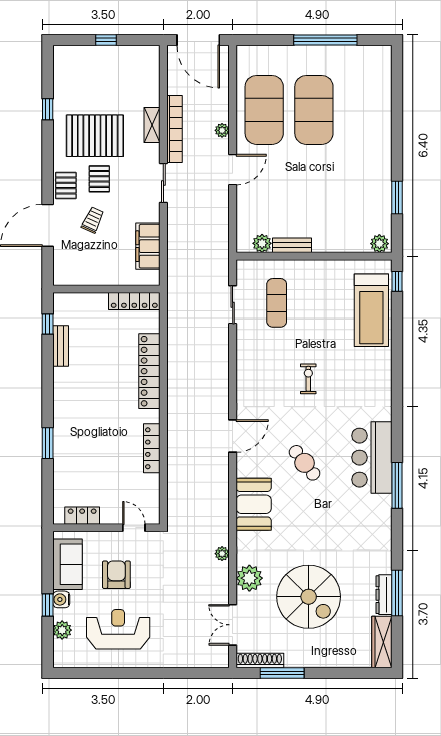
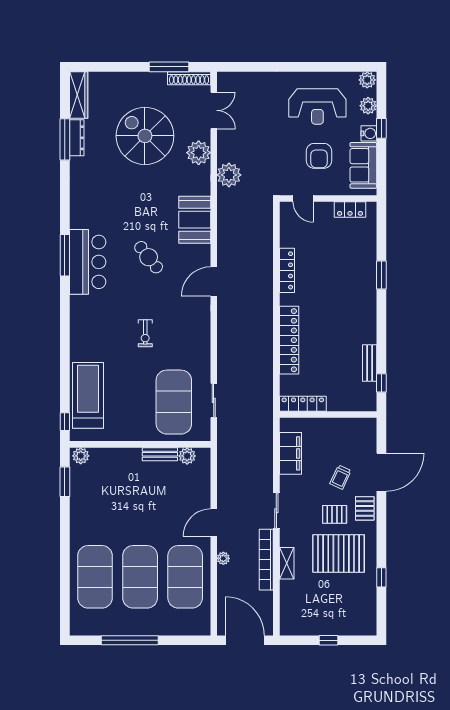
exercise mat: (364, 110) -> (95, 577), added
pallet: (99, 179) -> (335, 514), turned 90
window: (397, 197) -> (65, 482), moved
exercise mat: (277, 303) -> (174, 402), width x2.00, depth x1.45
window: (397, 485) -> (65, 255), moved
plant: (222, 554) -> (229, 175), width x1.88, depth x1.88
plant: (63, 659) -> (367, 80), added

